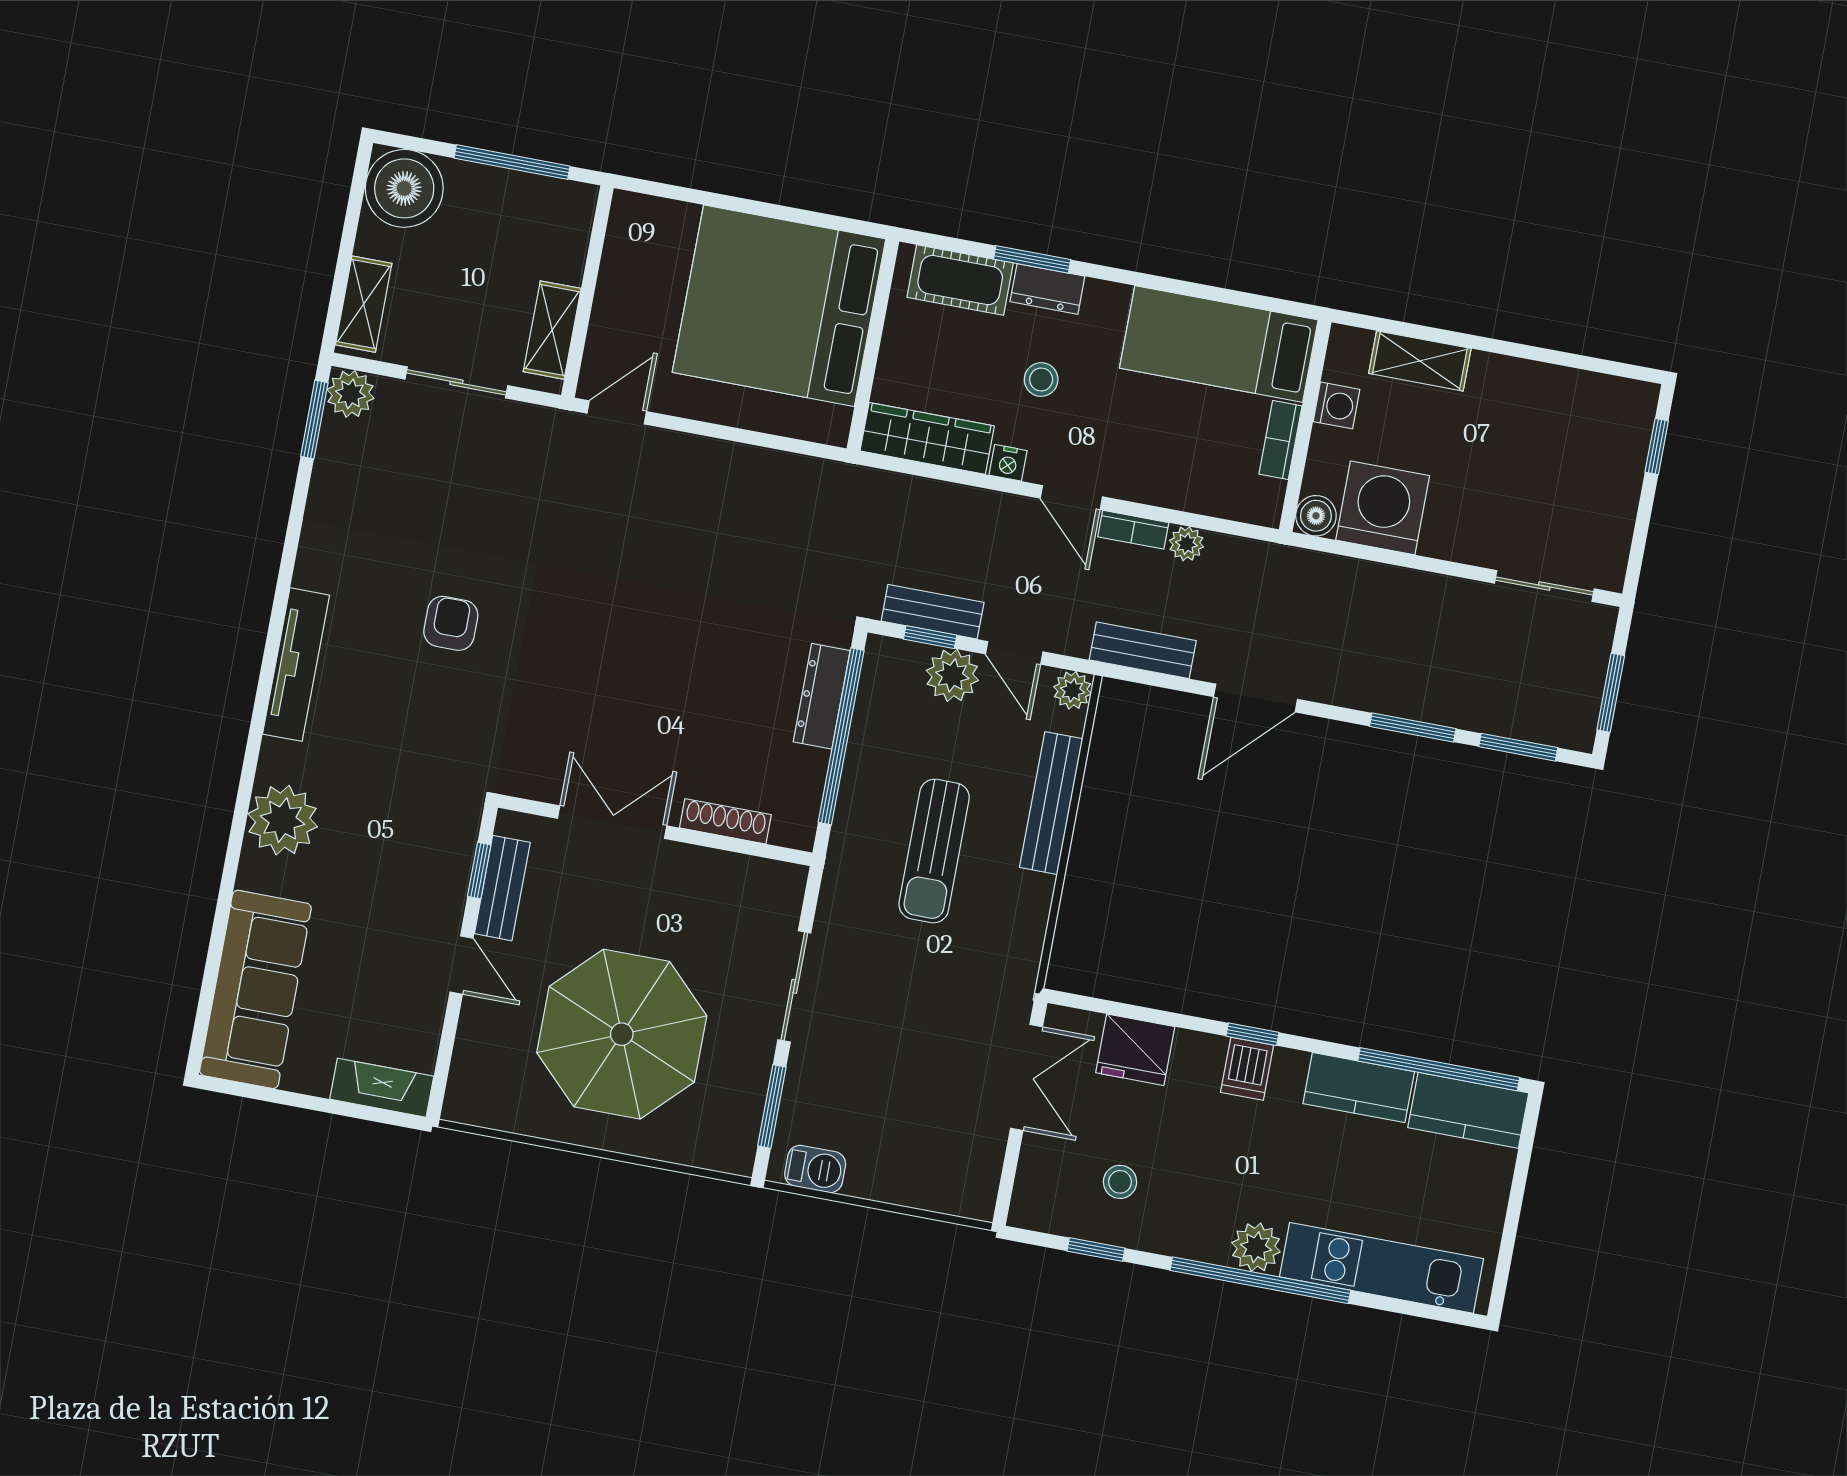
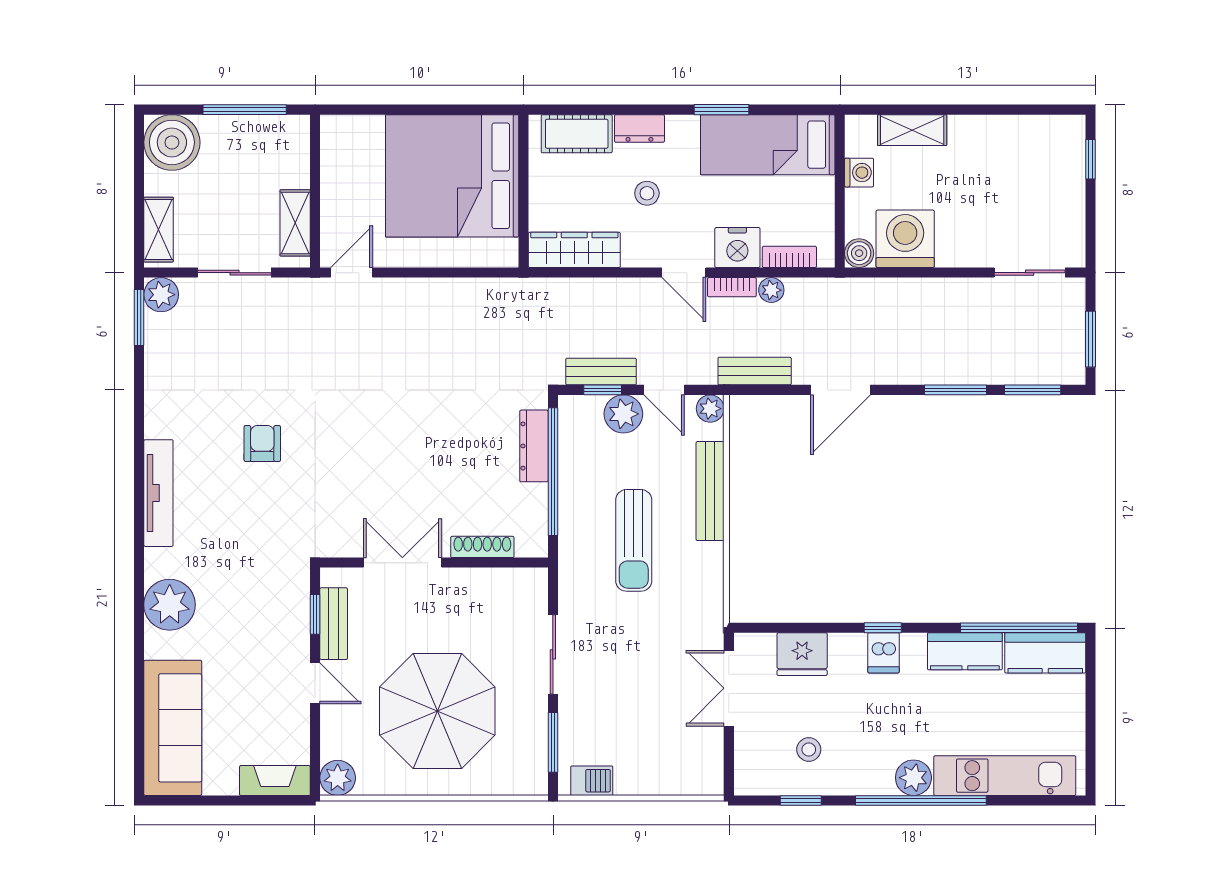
window: (1032, 259) -> (721, 110), moved
bookcase: (1280, 440) -> (789, 257), moved, turned 90
nightstand: (1008, 463) -> (737, 248), moved, width x1.89, depth x1.79
double door: (1026, 1078) -> (729, 688), swing flipped
plant: (468, 1100) -> (338, 778), added

